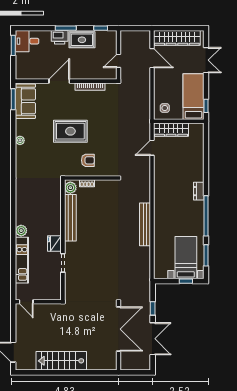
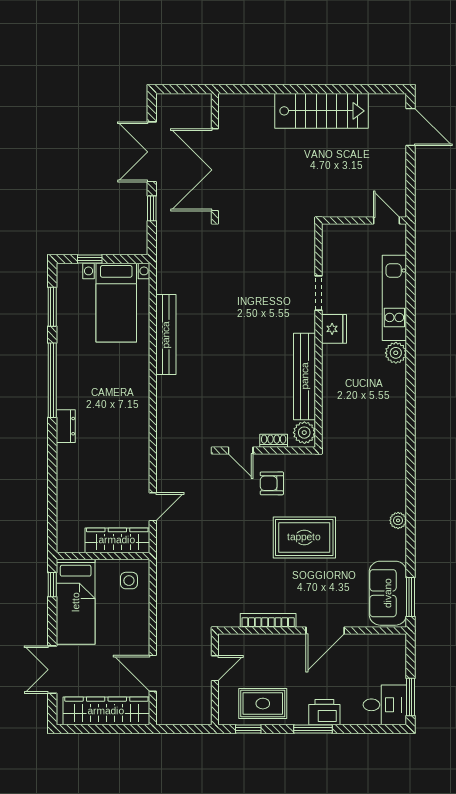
rug: (82, 40) -> (263, 704), moved
door: (105, 178) -> (241, 450), added
bench: (145, 224) -> (166, 335), moved
bed with nightstands: (186, 258) -> (116, 303), moved

